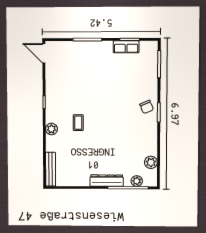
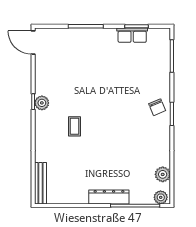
plant: (51, 129) -> (42, 103), moved
plant: (137, 181) -> (161, 197), moved

